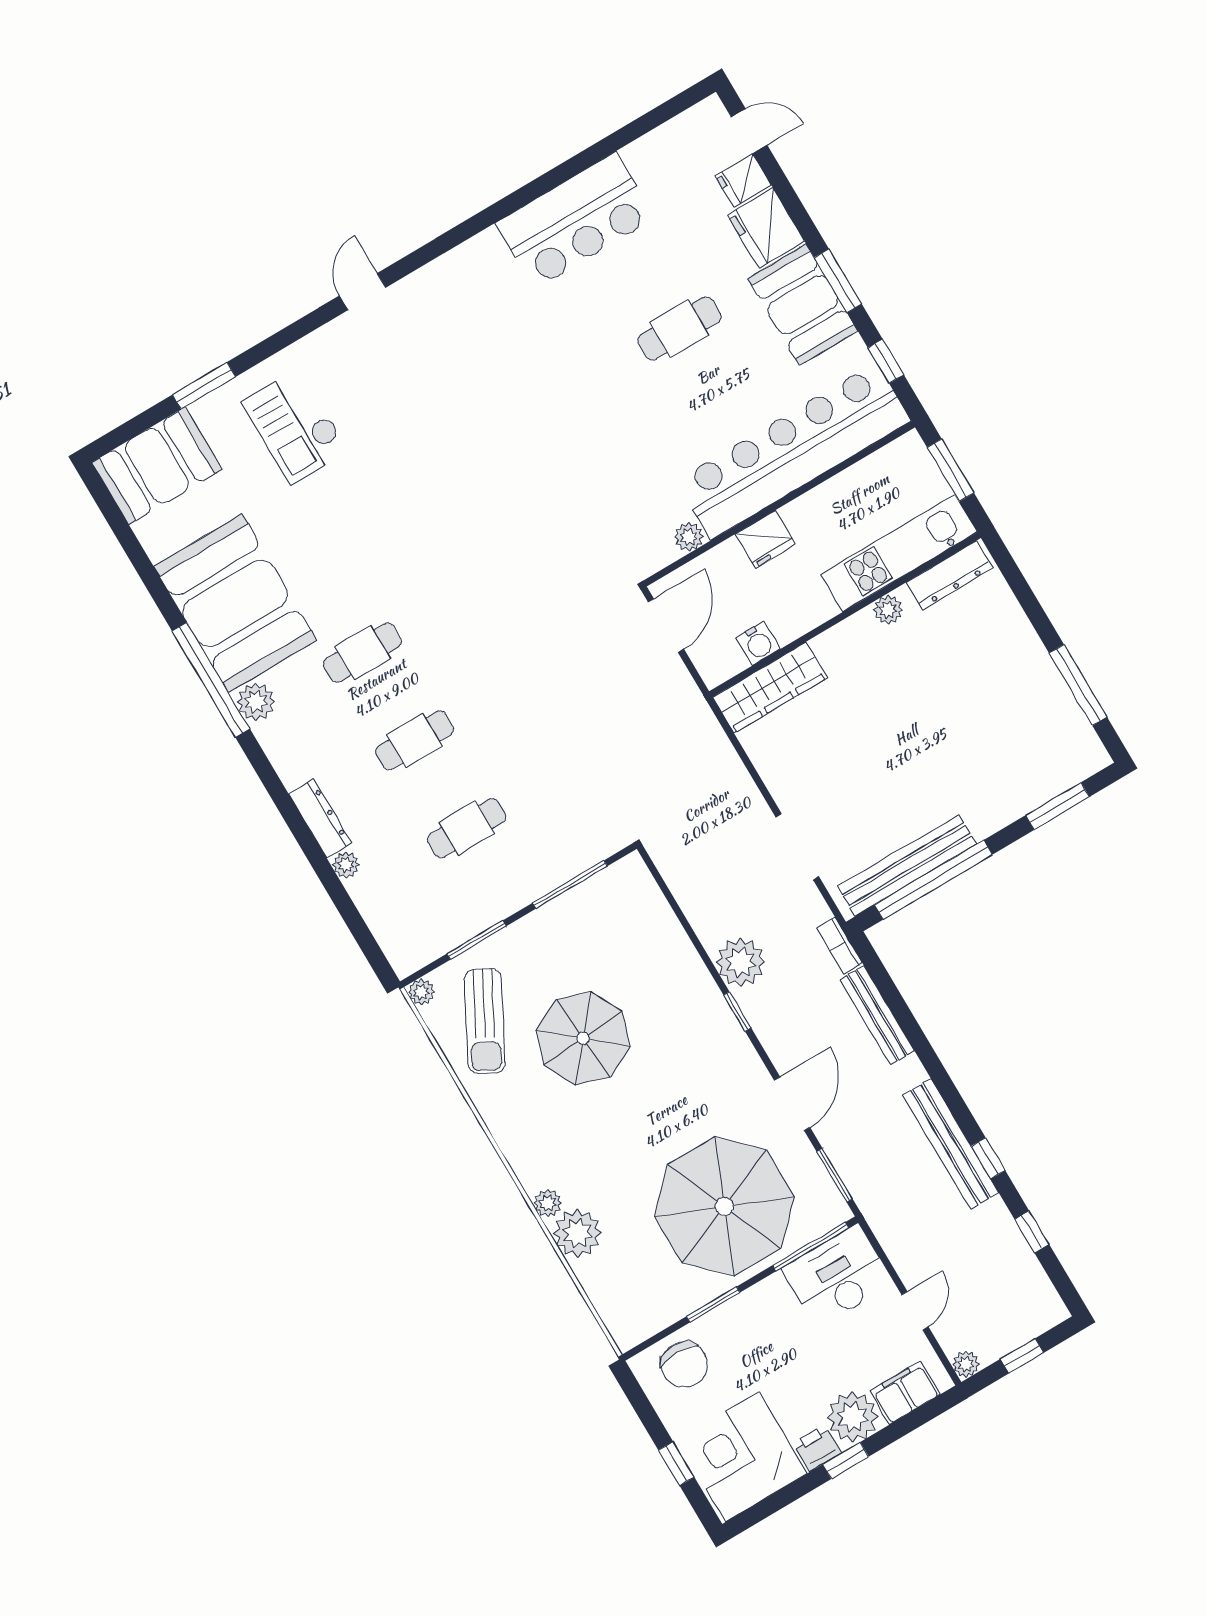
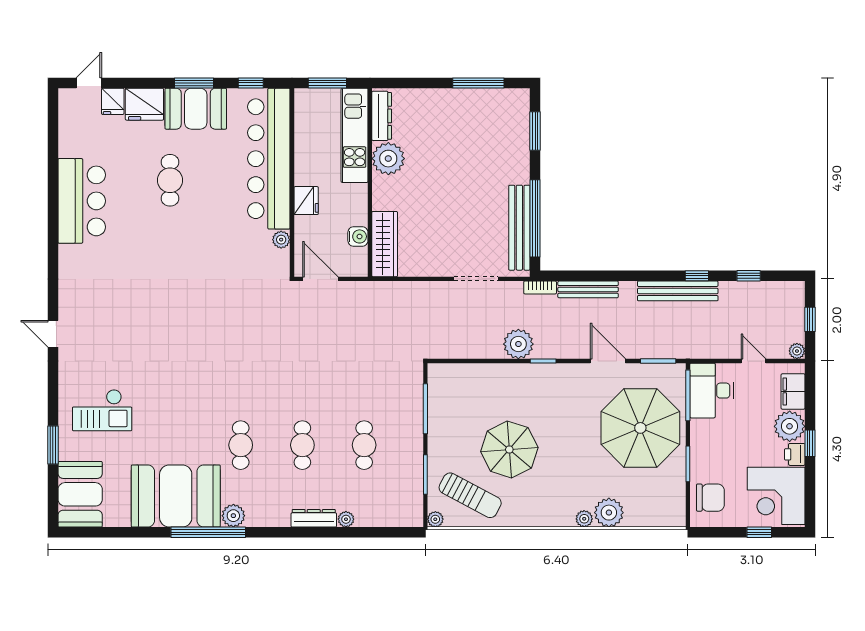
plant: (888, 610) -> (388, 159), width x1.88, depth x1.88

